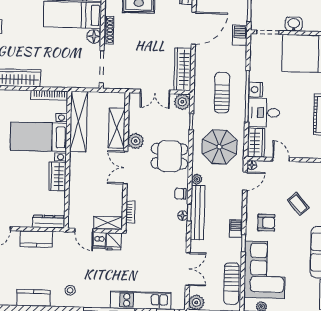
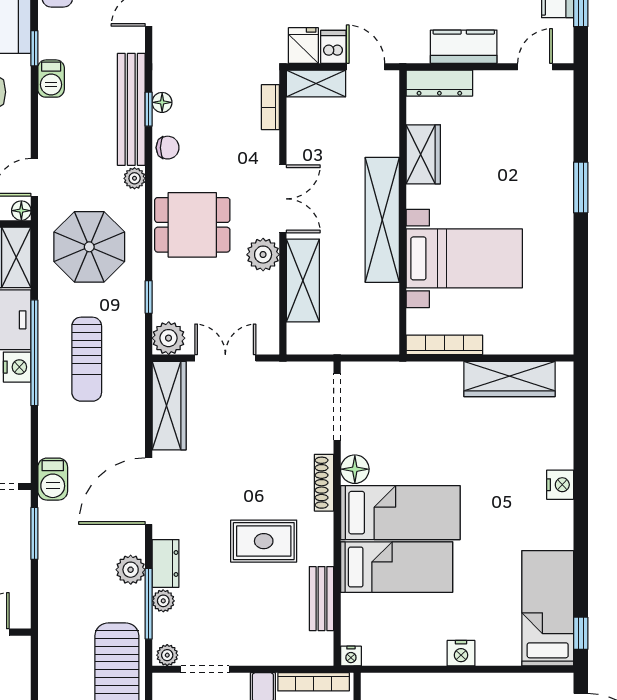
shelving: (79, 122) -> (382, 220), moved
wardrobe: (57, 176) -> (423, 154), moved

